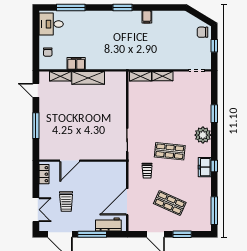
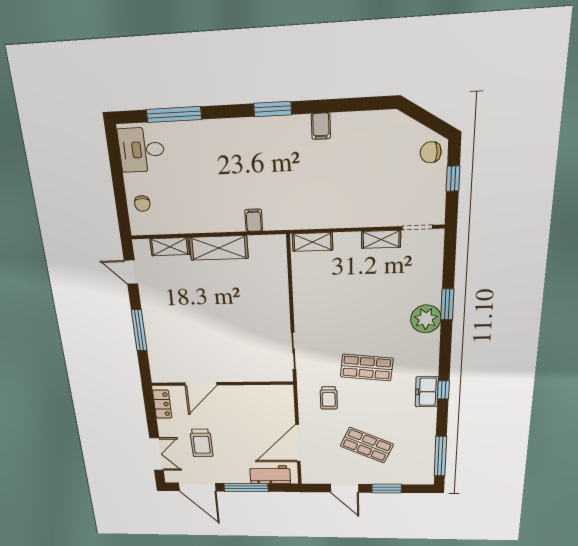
filing cabinet: (76, 63) -> (254, 220), moved, width x0.50
shelving: (163, 76) -> (381, 239), moved
plant: (203, 135) -> (426, 319), moved

